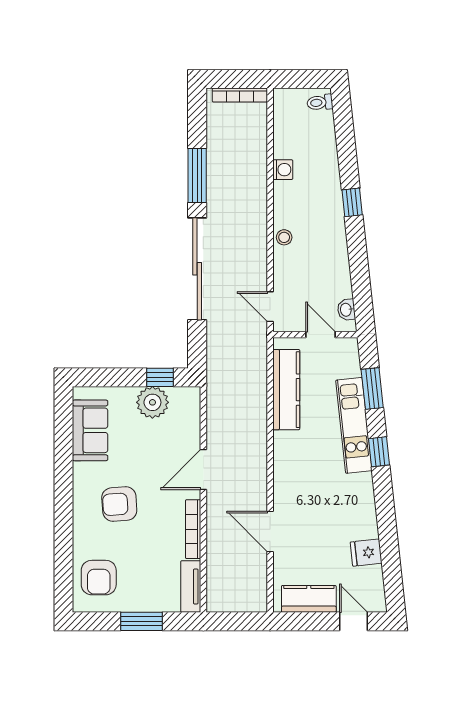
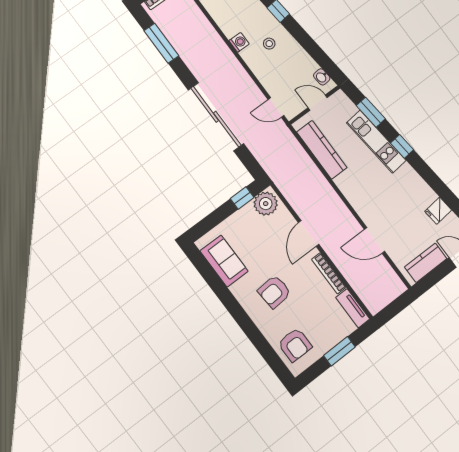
washing machine: (283, 170) -> (239, 42), moved
window: (197, 176) -> (161, 43), moved
stool: (284, 237) -> (269, 44), moved
plant: (152, 402) -> (266, 204), moved

